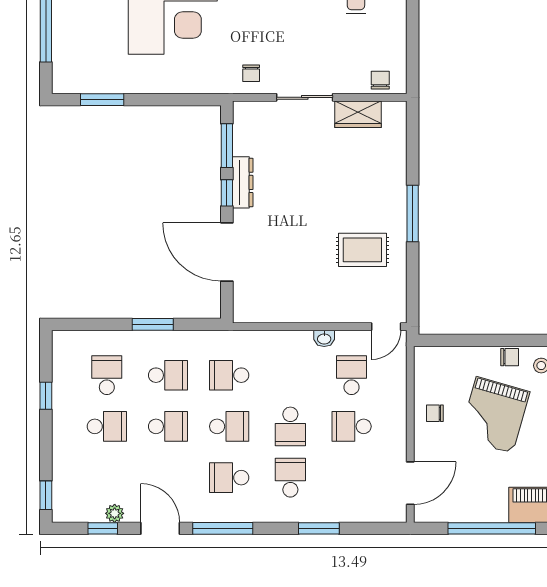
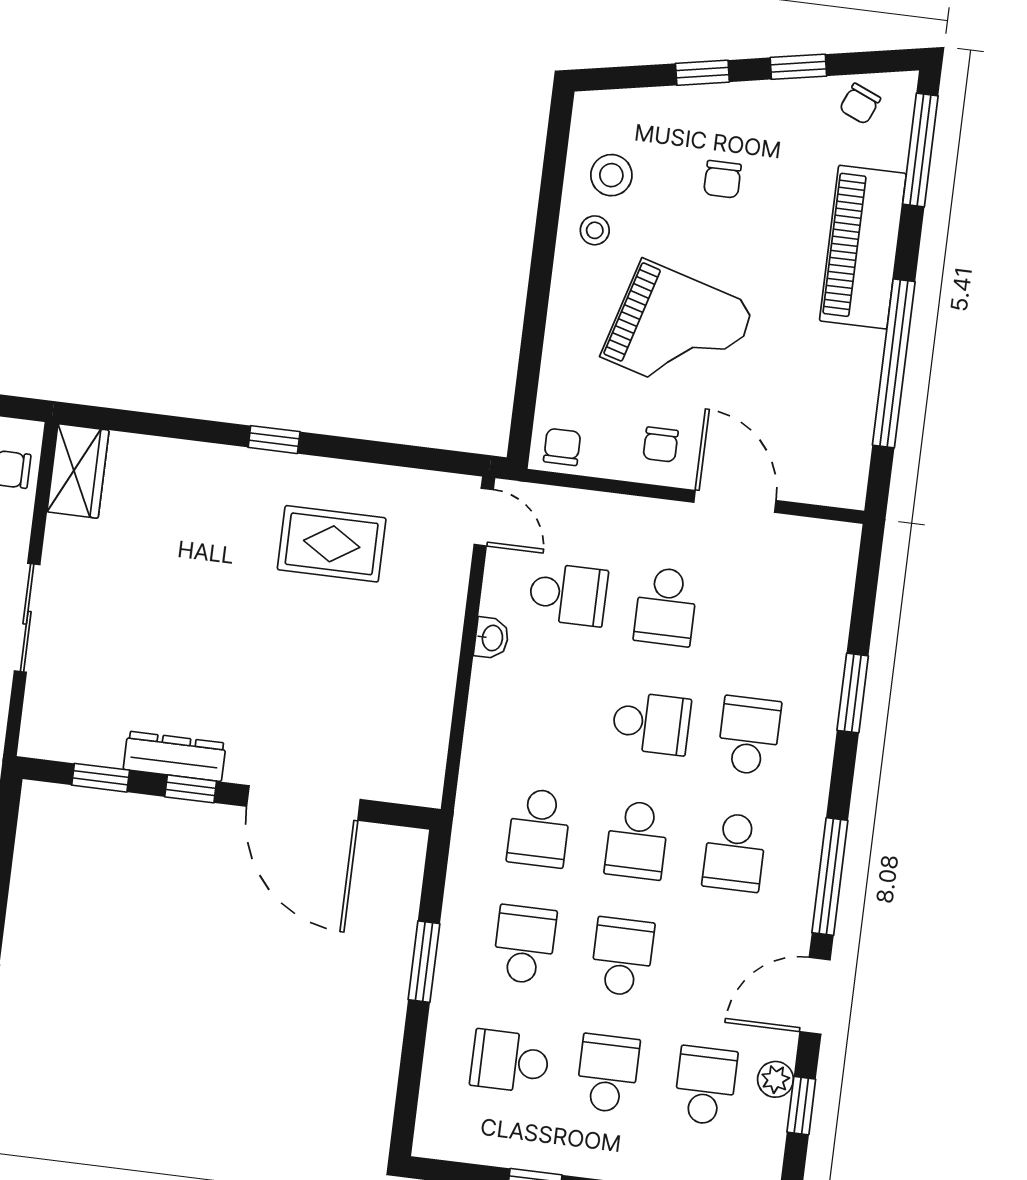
wardrobe: (358, 114) -> (78, 471), moved
window: (227, 146) -> (101, 778), width x0.67
window: (413, 213) -> (274, 440), width x0.46
rug: (362, 250) -> (332, 544), turned 90
door: (227, 252) -> (303, 803), hinge flipped
chair: (510, 357) -> (562, 447), moved
school desk: (352, 375) -> (568, 594), turned 180
school desk: (229, 426) -> (637, 840), turned 180
school desk: (107, 478) -> (705, 1086), added
school desk: (290, 478) -> (749, 735), turned 90
door: (410, 483) -> (735, 501), moved

